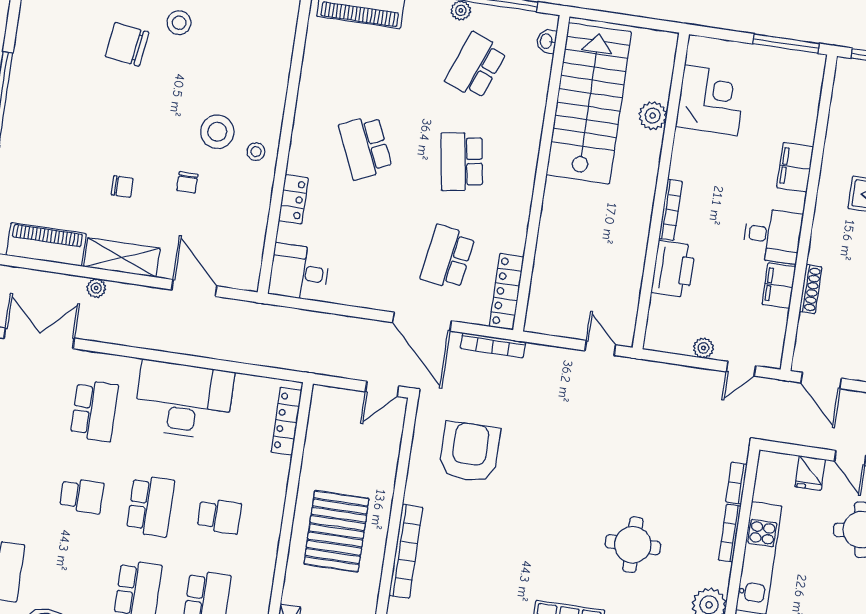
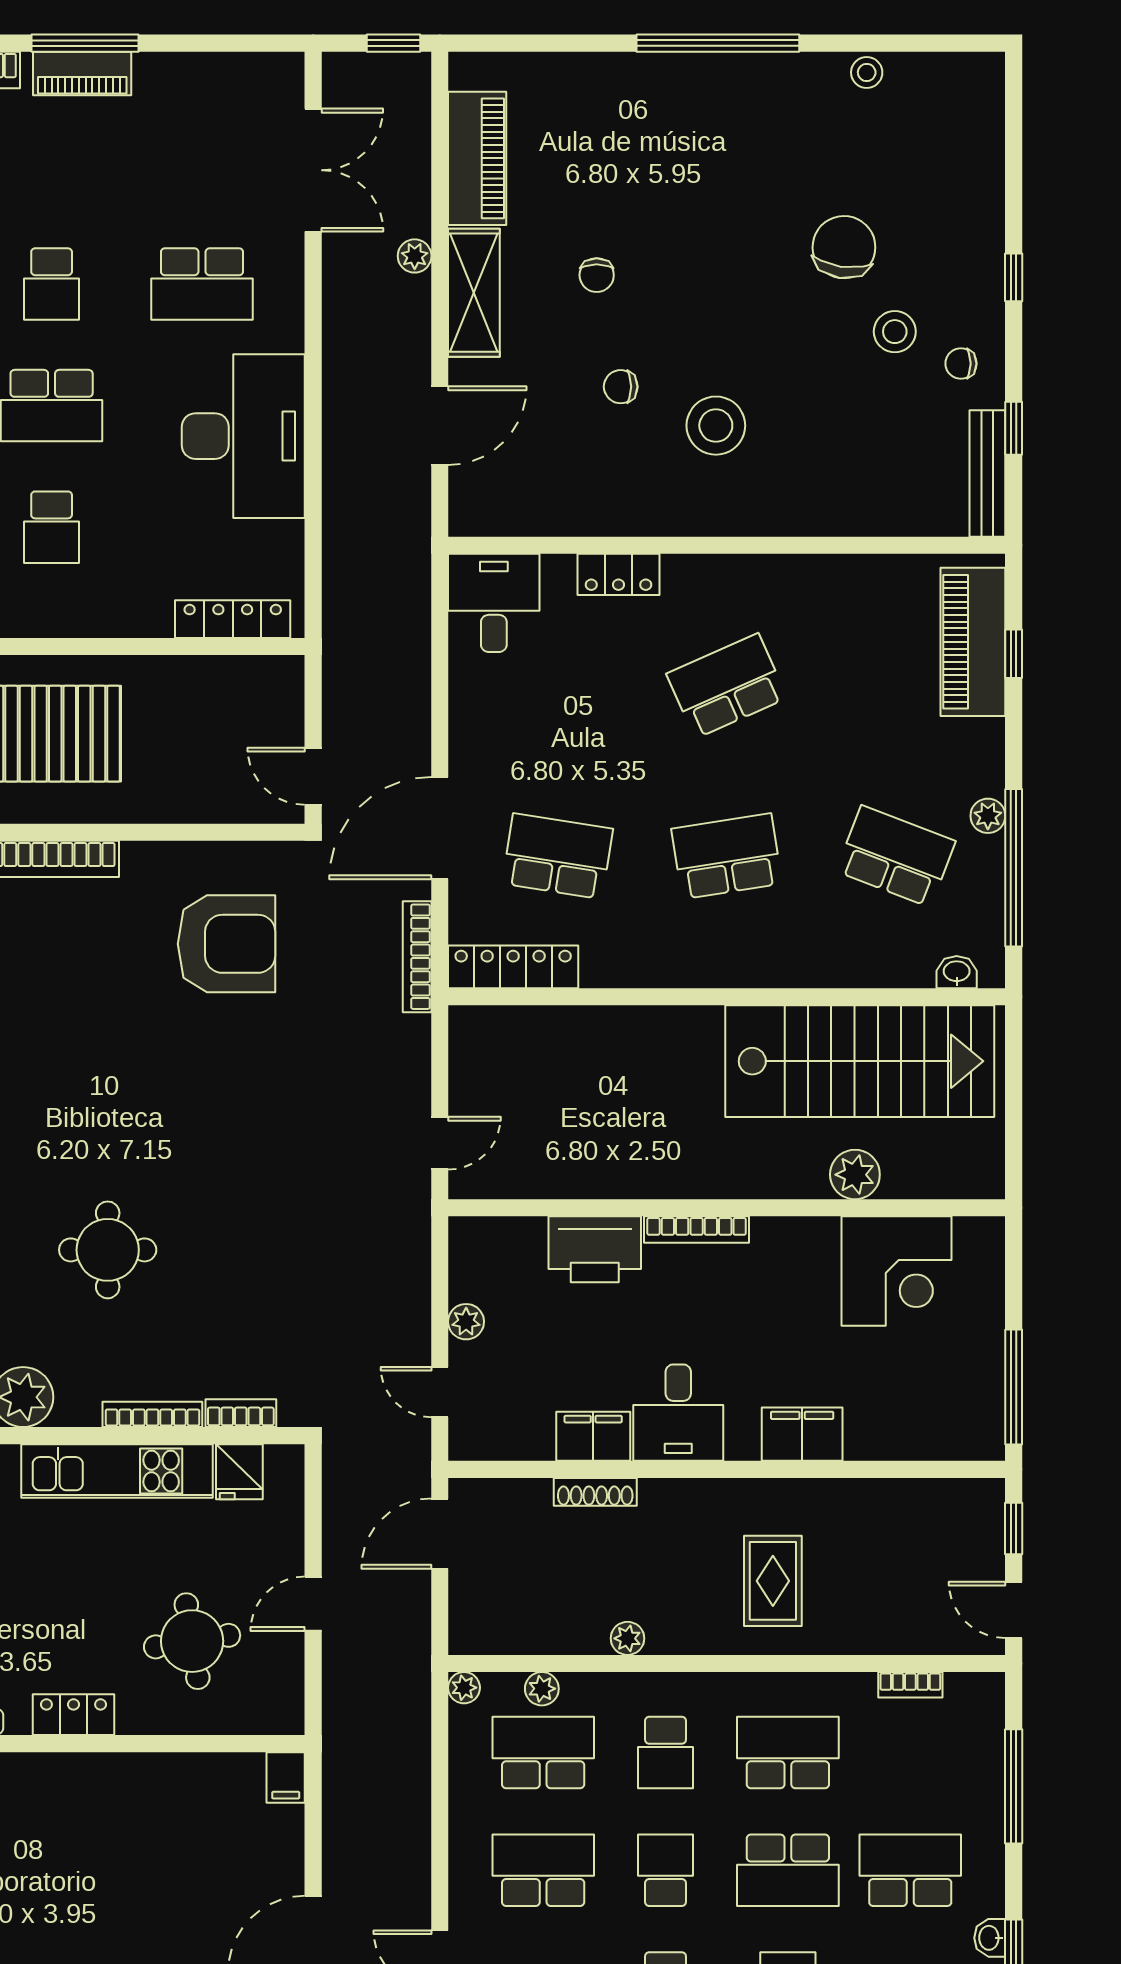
stool: (256, 152) -> (867, 72), moved
fridge: (810, 473) -> (239, 1472), moved, turned -90

